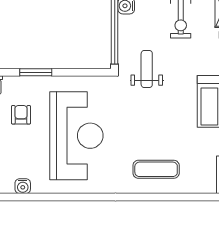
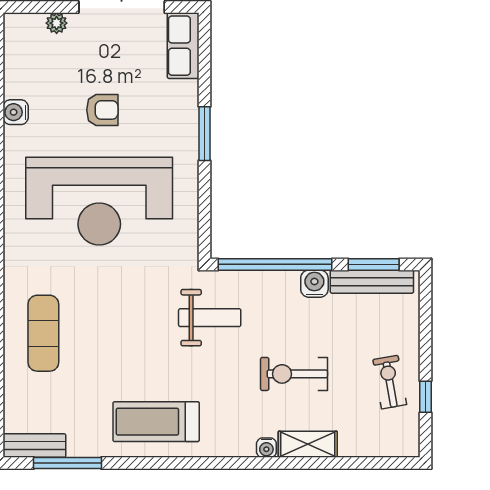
armchair: (21, 115) -> (102, 110), moved

